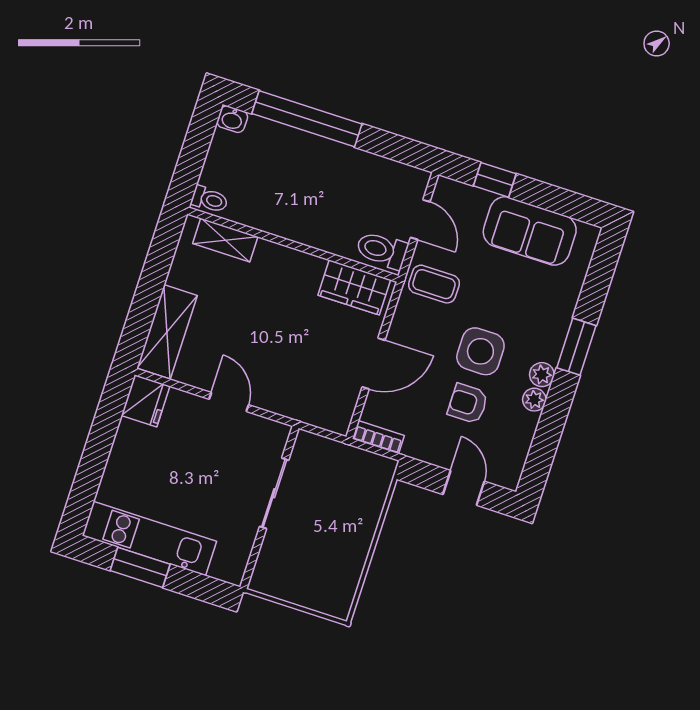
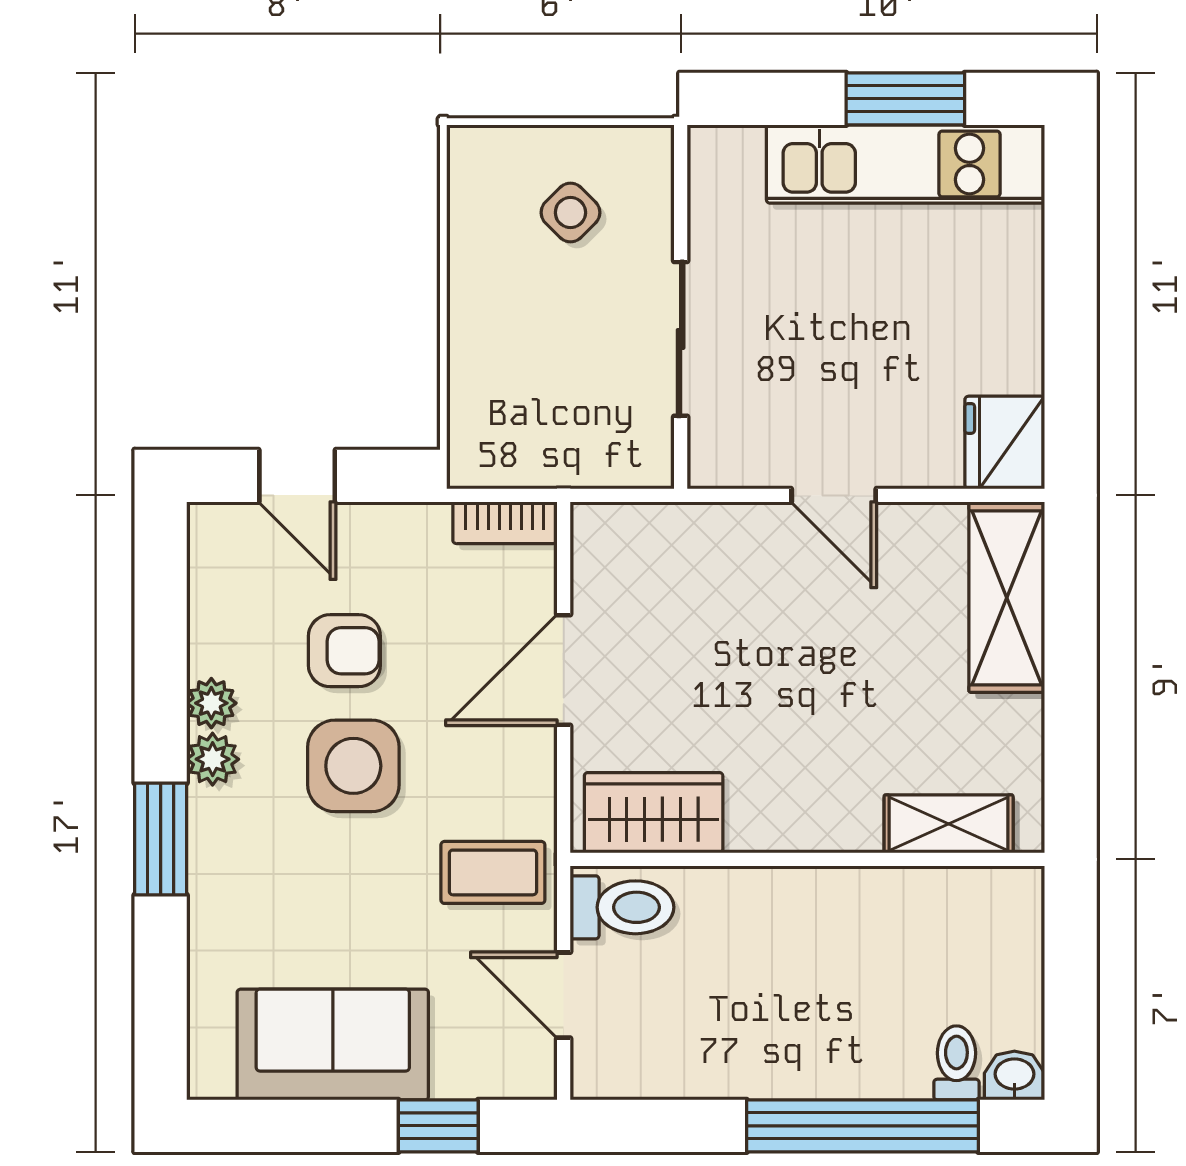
toilet: (210, 199) -> (956, 1063), moved, turned 90
side table: (305, 565) -> (570, 213), added

